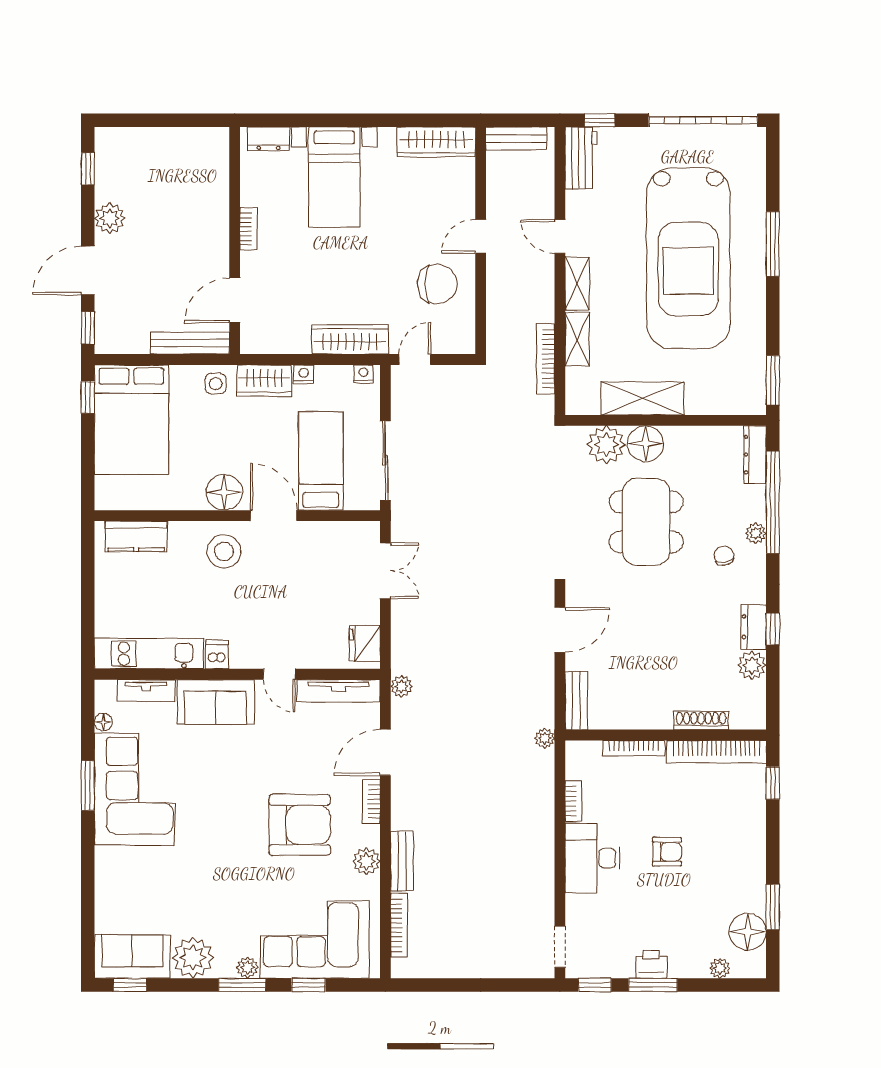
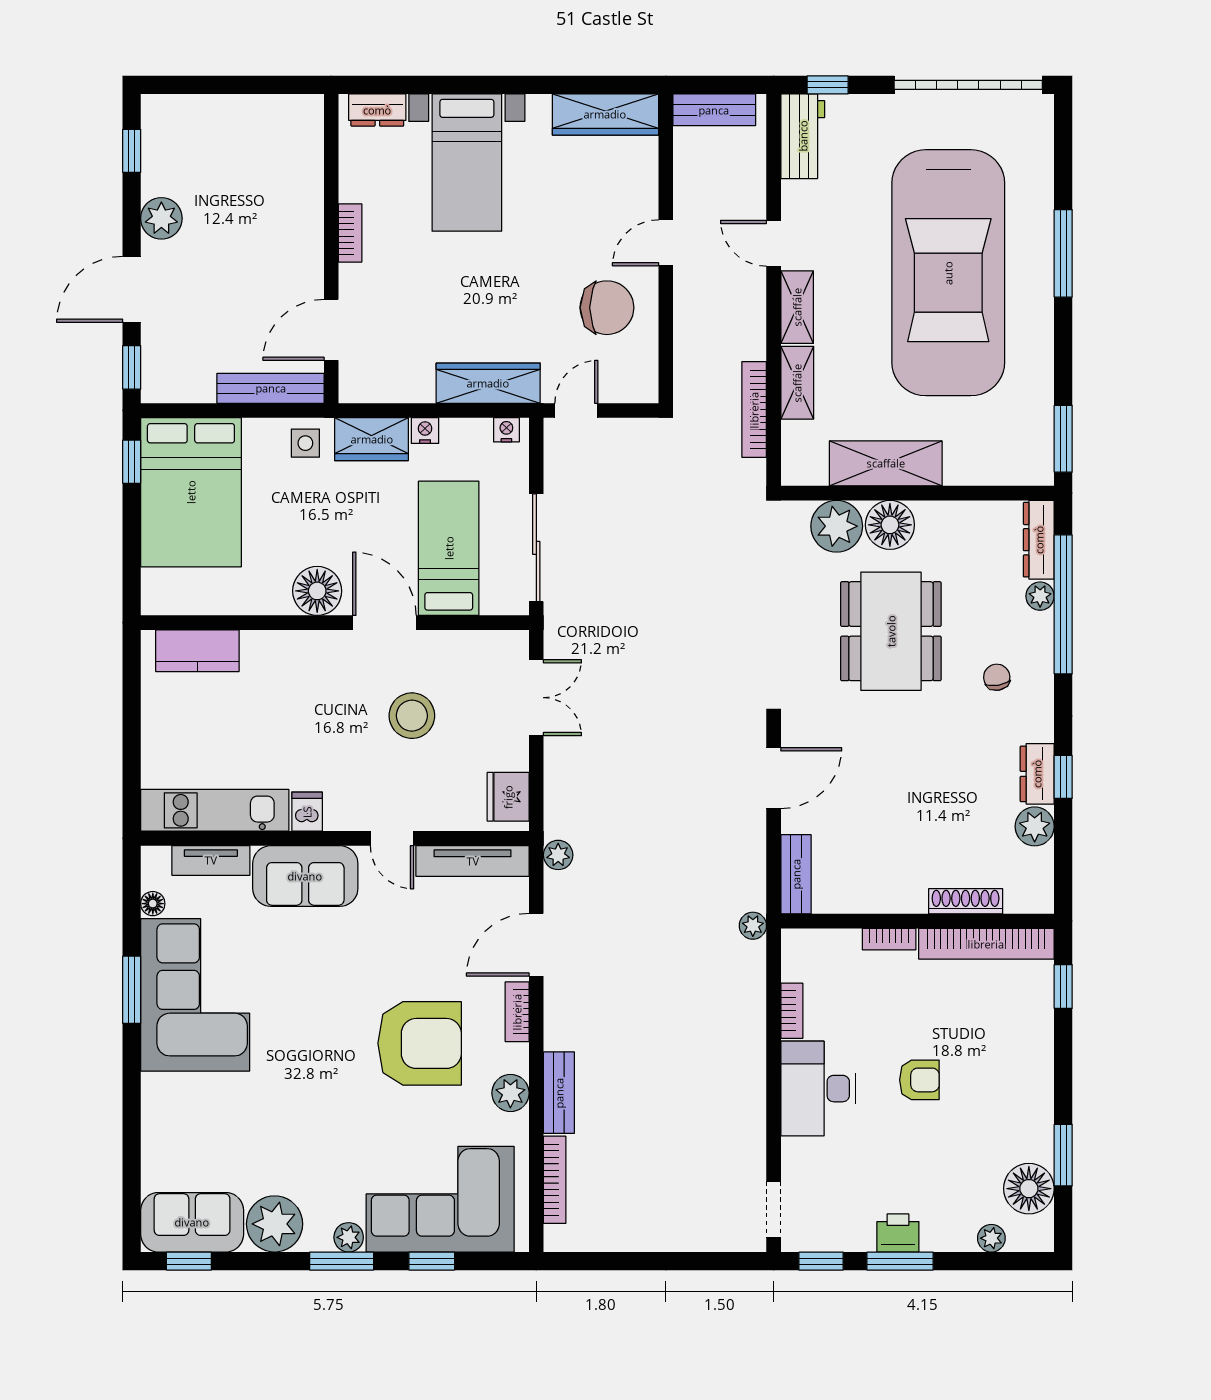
plant: (756, 533) -> (1040, 596), moved
stool: (224, 551) -> (412, 716), moved
bookcase: (634, 748) -> (889, 939), width x0.64

